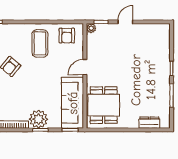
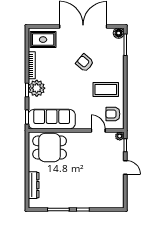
door: (85, 67) -> (98, 131), moved
dresser: (149, 123) -> (34, 185), width x1.44

